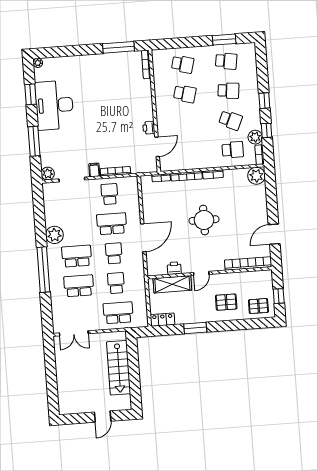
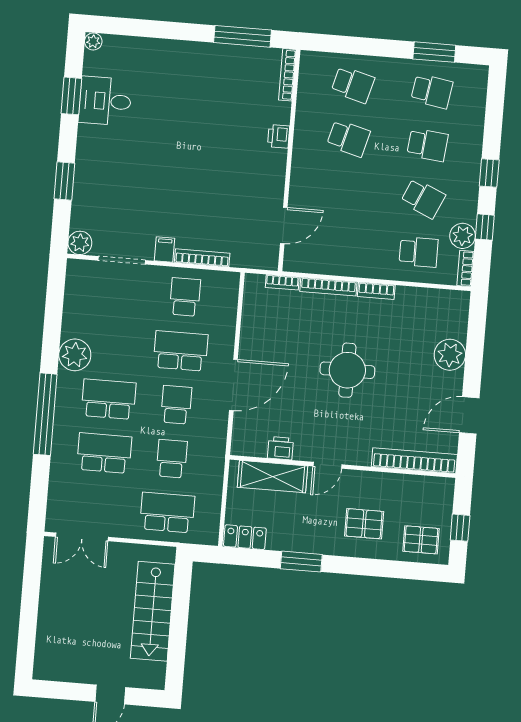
desk: (54, 105) -> (105, 101), width x0.53, depth x0.77
printer: (149, 128) -> (279, 136), moved
window: (34, 141) -> (64, 181), width x0.69
plant: (256, 176) -> (450, 355), moved

